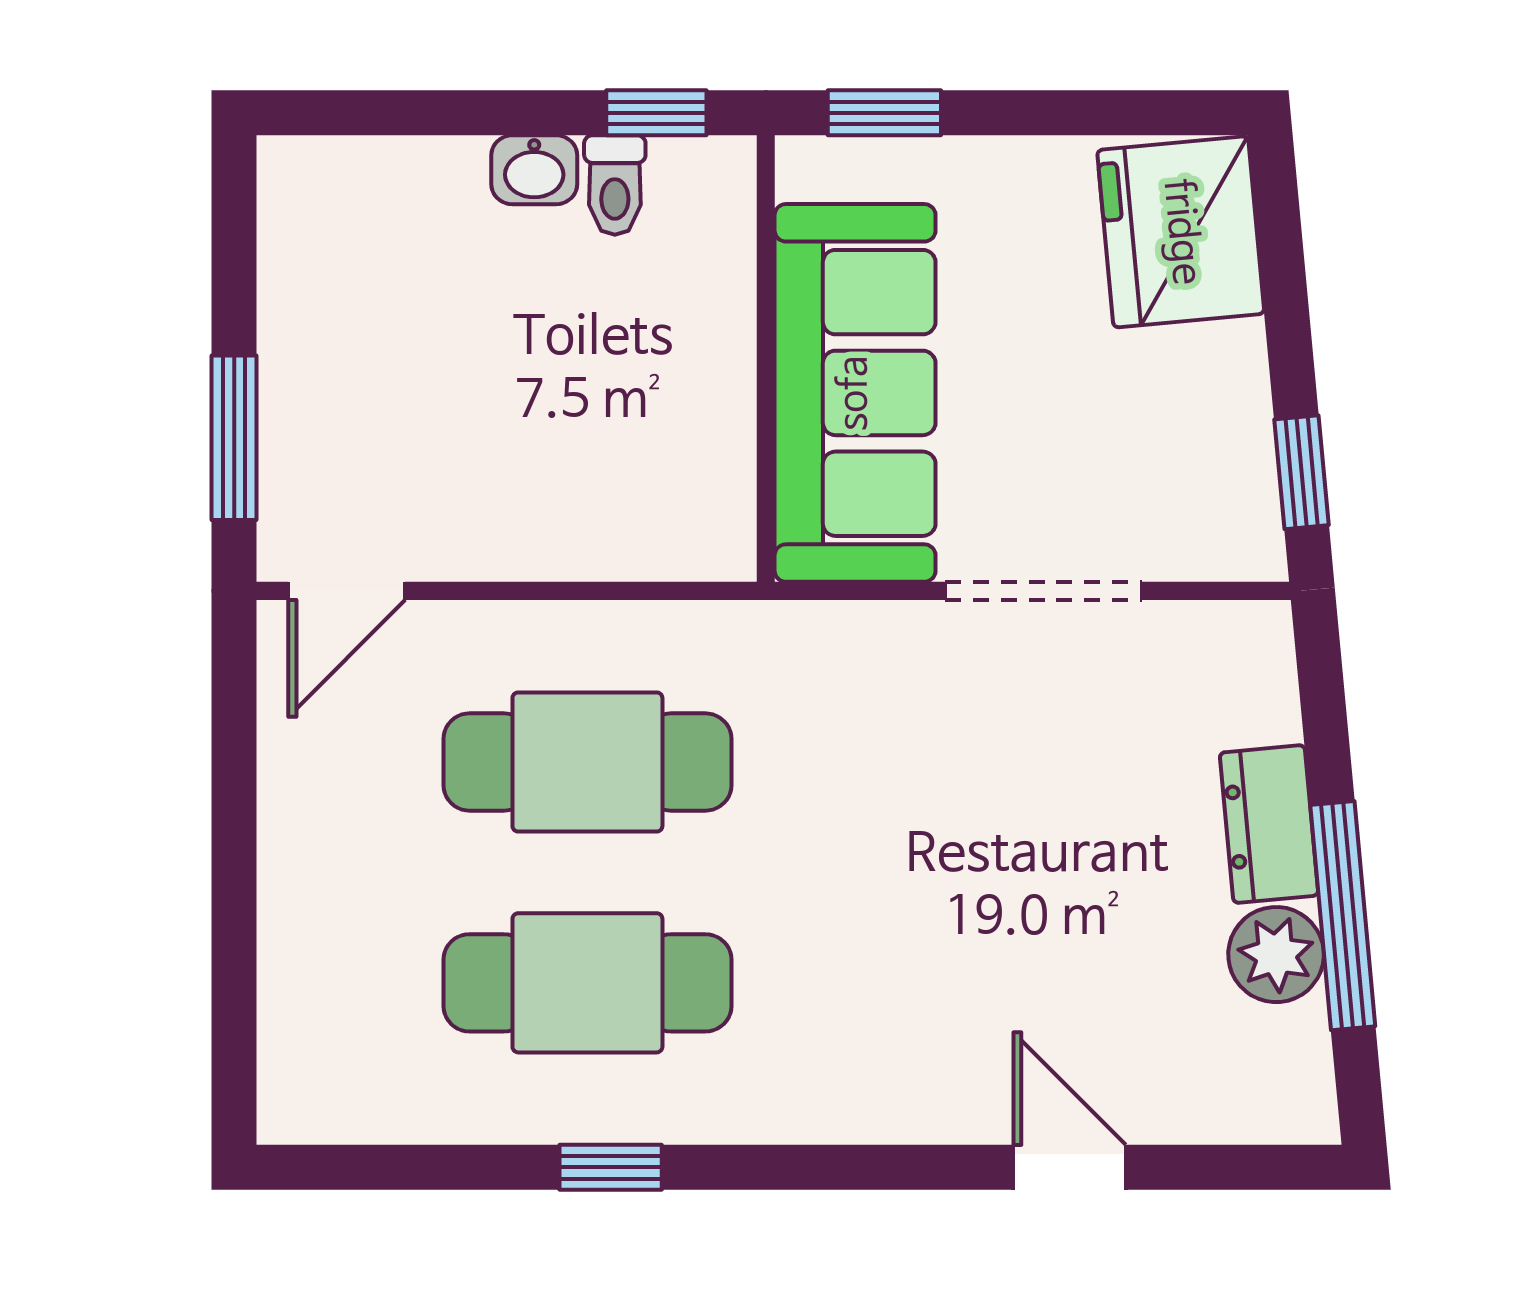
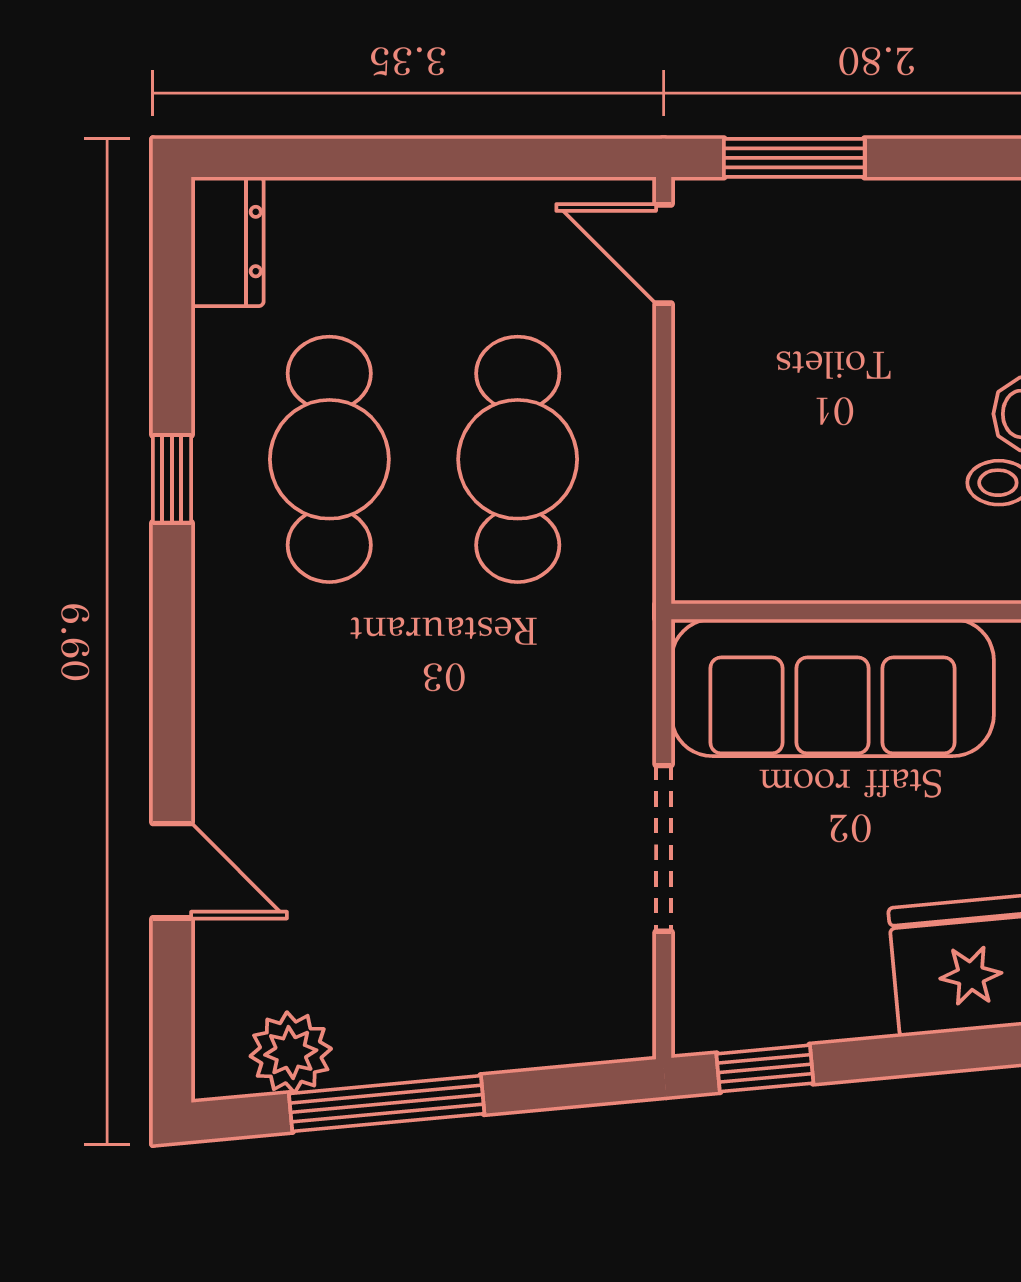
dresser: (1269, 824) -> (227, 242), moved, turned 95
plant: (1276, 955) -> (291, 1052), moved
door: (1070, 1167) -> (172, 871), hinge flipped

